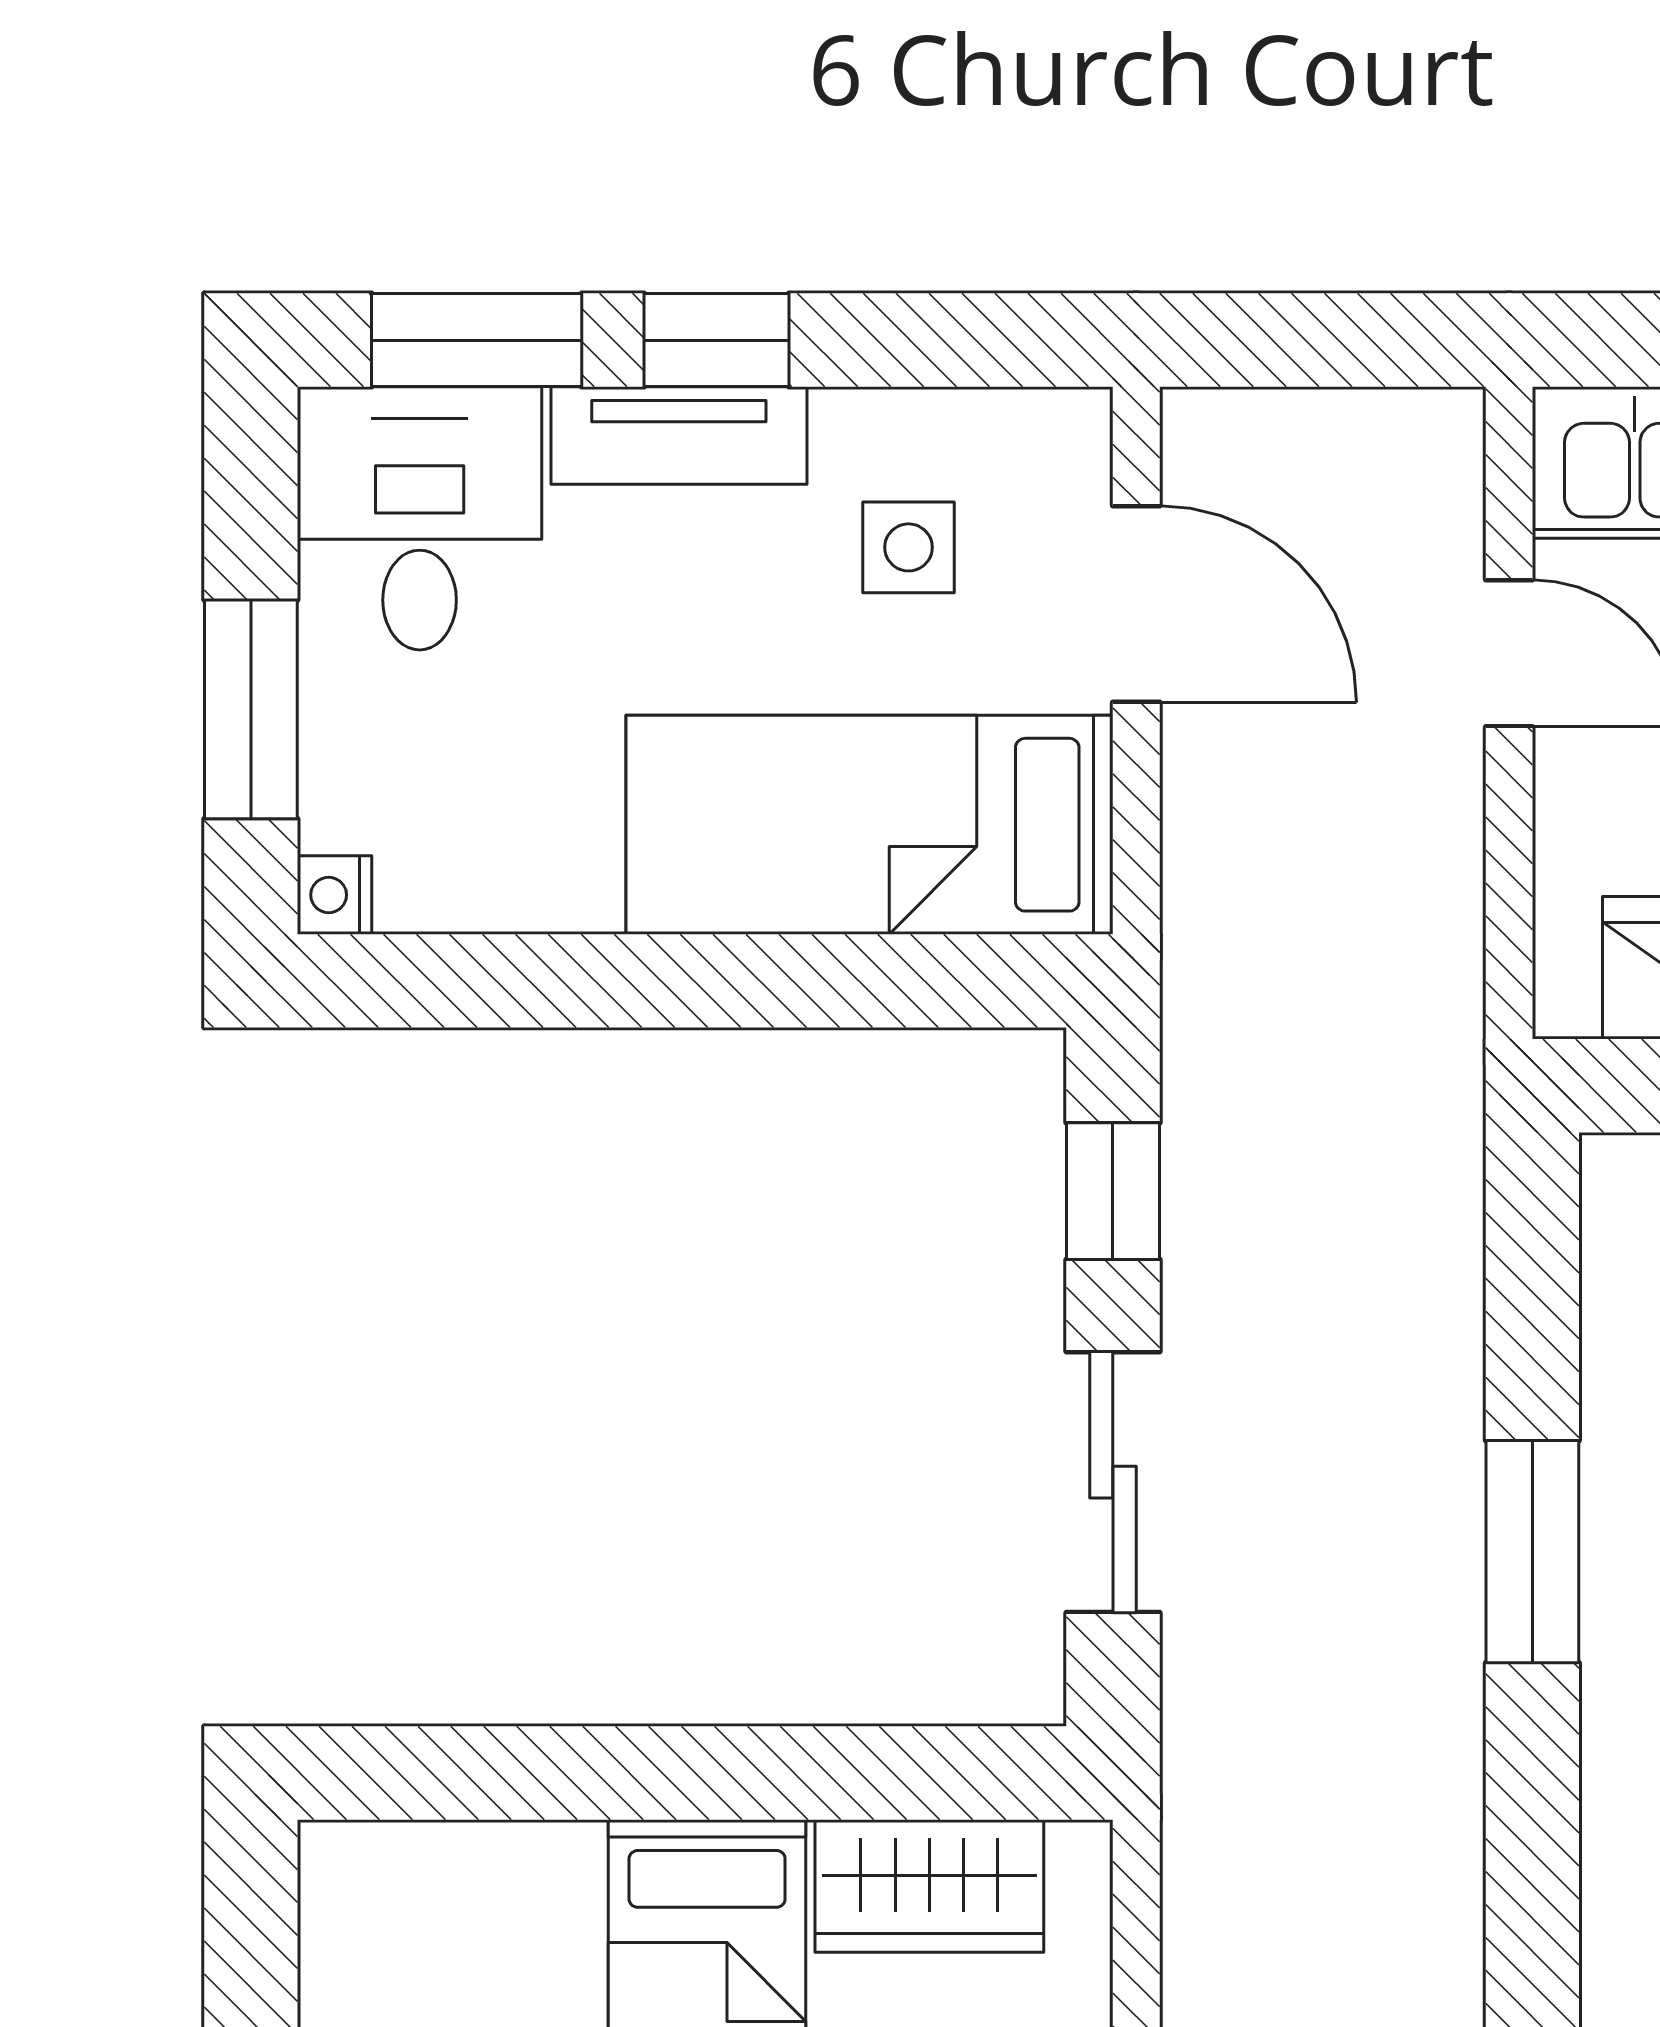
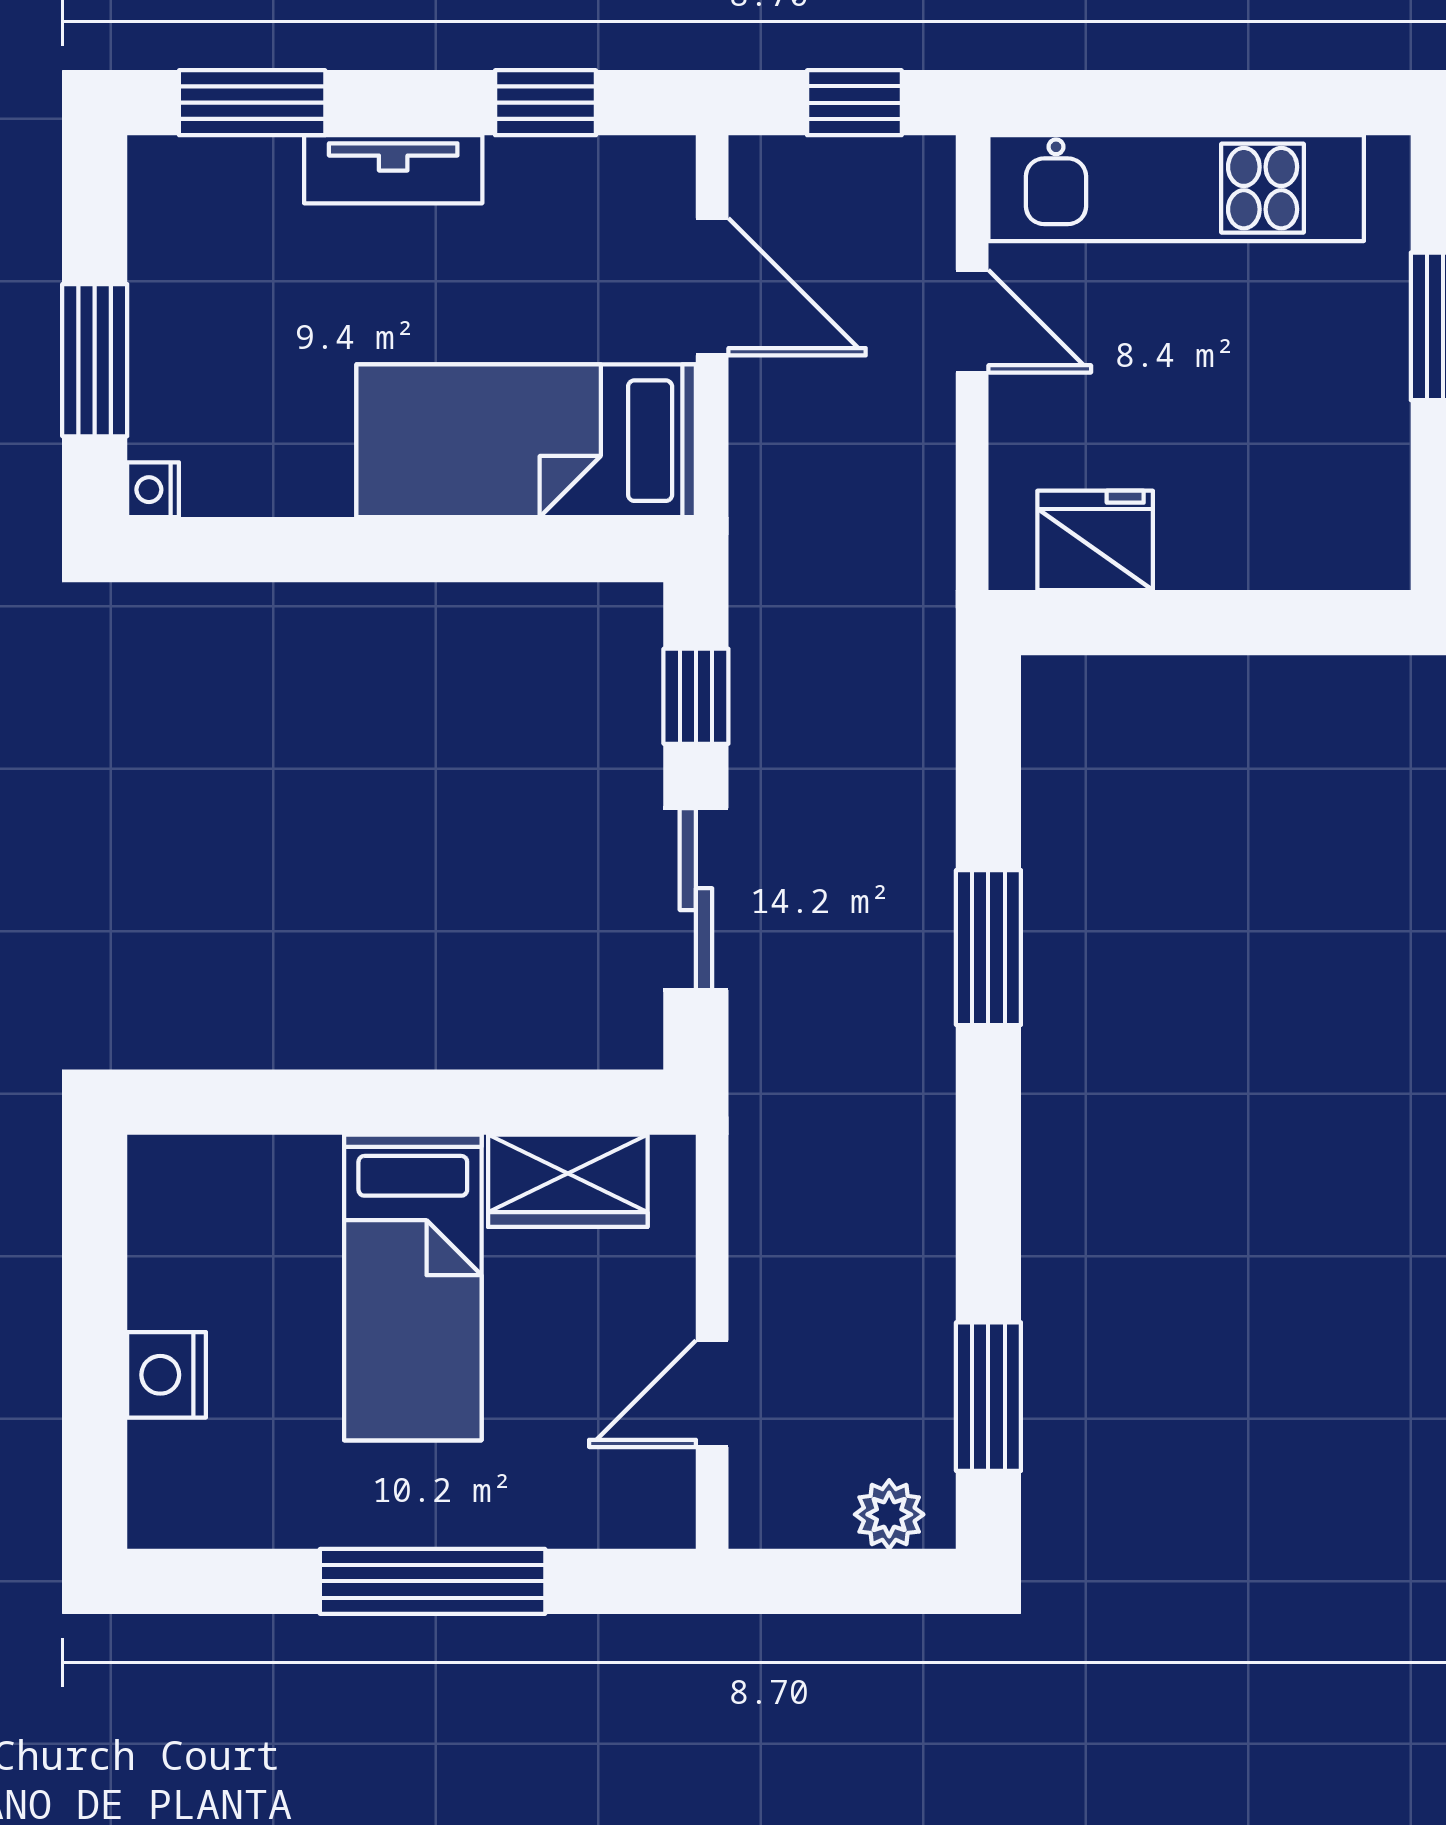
window: (717, 340) -> (546, 103), moved
window: (1340, 340) -> (854, 103), added
desk: (420, 518) -> (212, 227), removed
side table: (908, 547) -> (553, 247), removed

